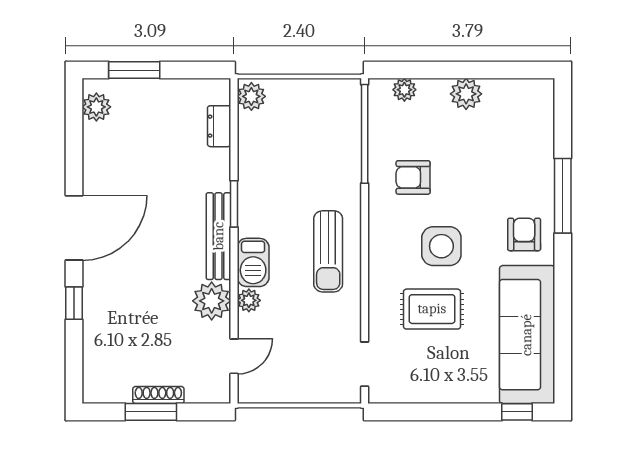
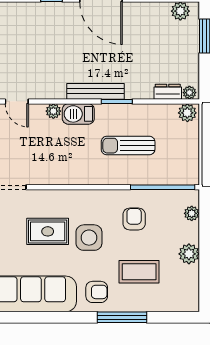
coffee table: (493, 170) -> (139, 272), added
sun lounger: (328, 251) -> (128, 146), moved
plant: (212, 301) -> (189, 93), moved, width x0.53, depth x0.53
rug: (432, 309) -> (48, 231), turned 90

